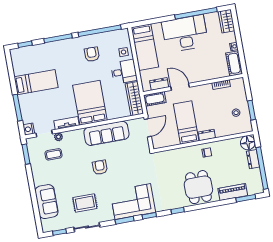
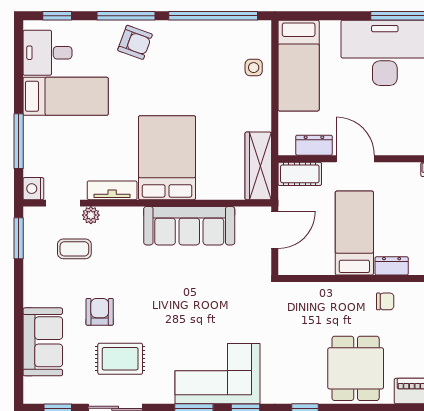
armchair: (92, 54) -> (135, 42), moved, turned 110
desk: (124, 72) -> (47, 53), moved, turned 180
armchair: (100, 167) -> (100, 312), moved

